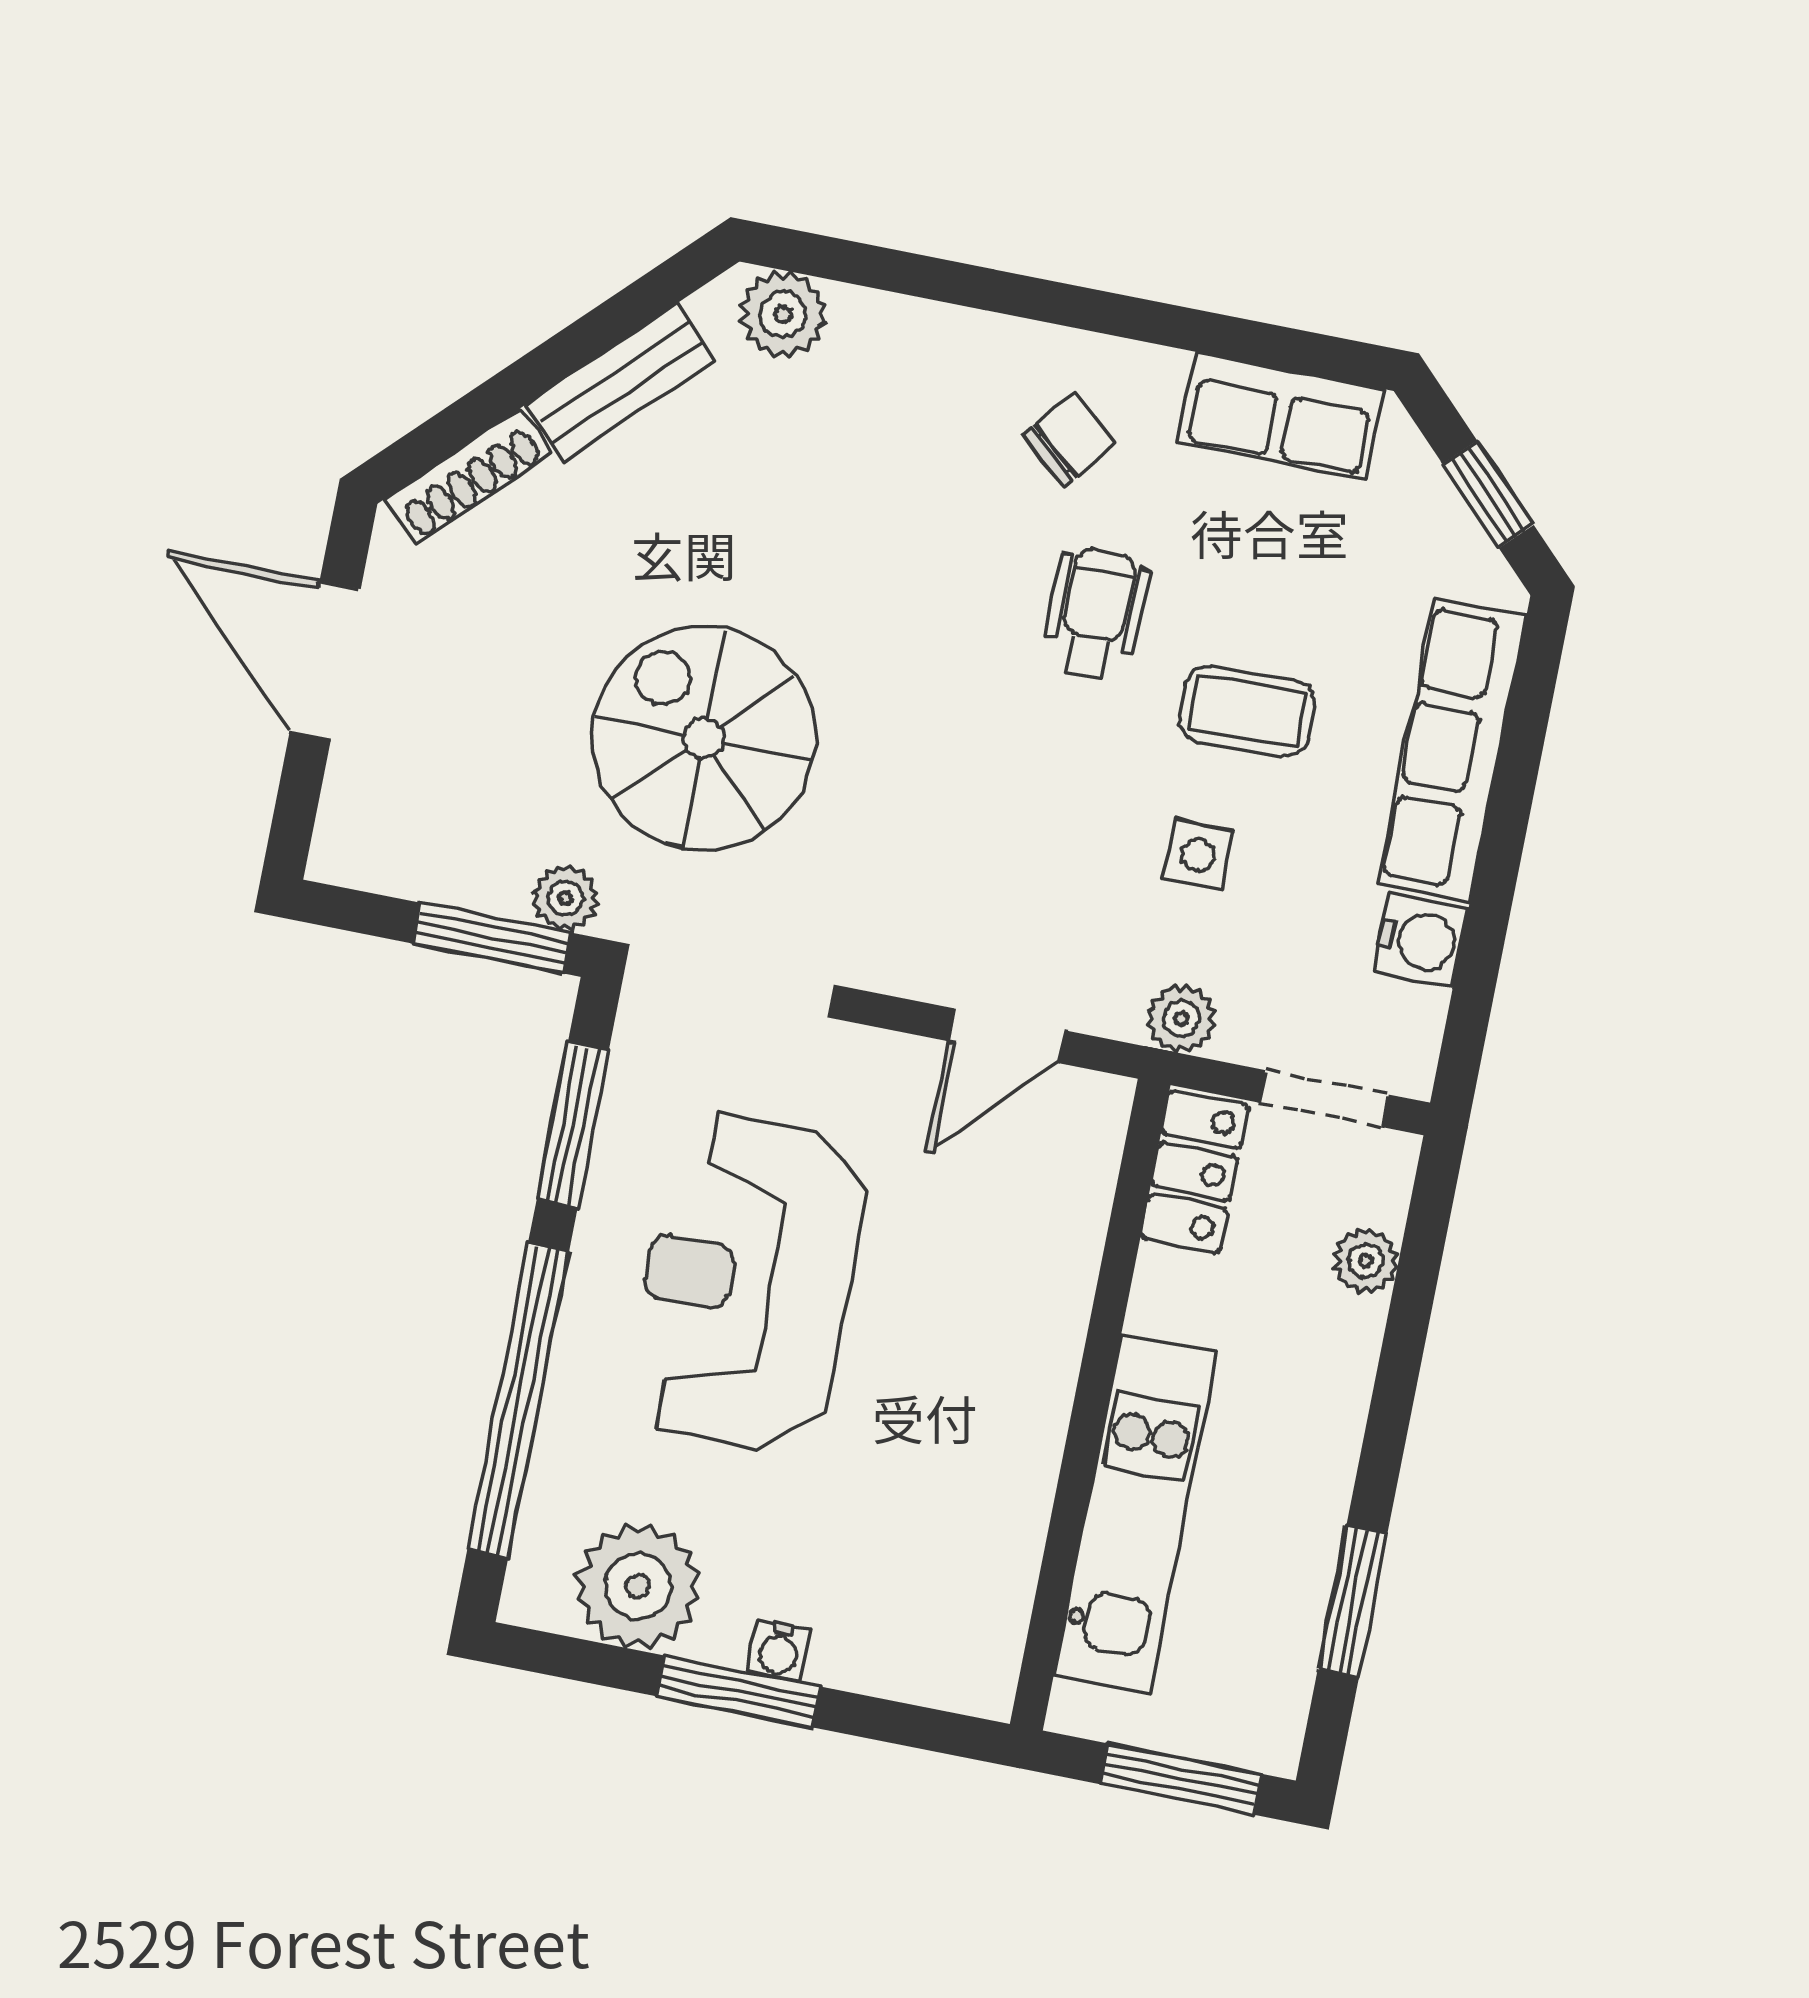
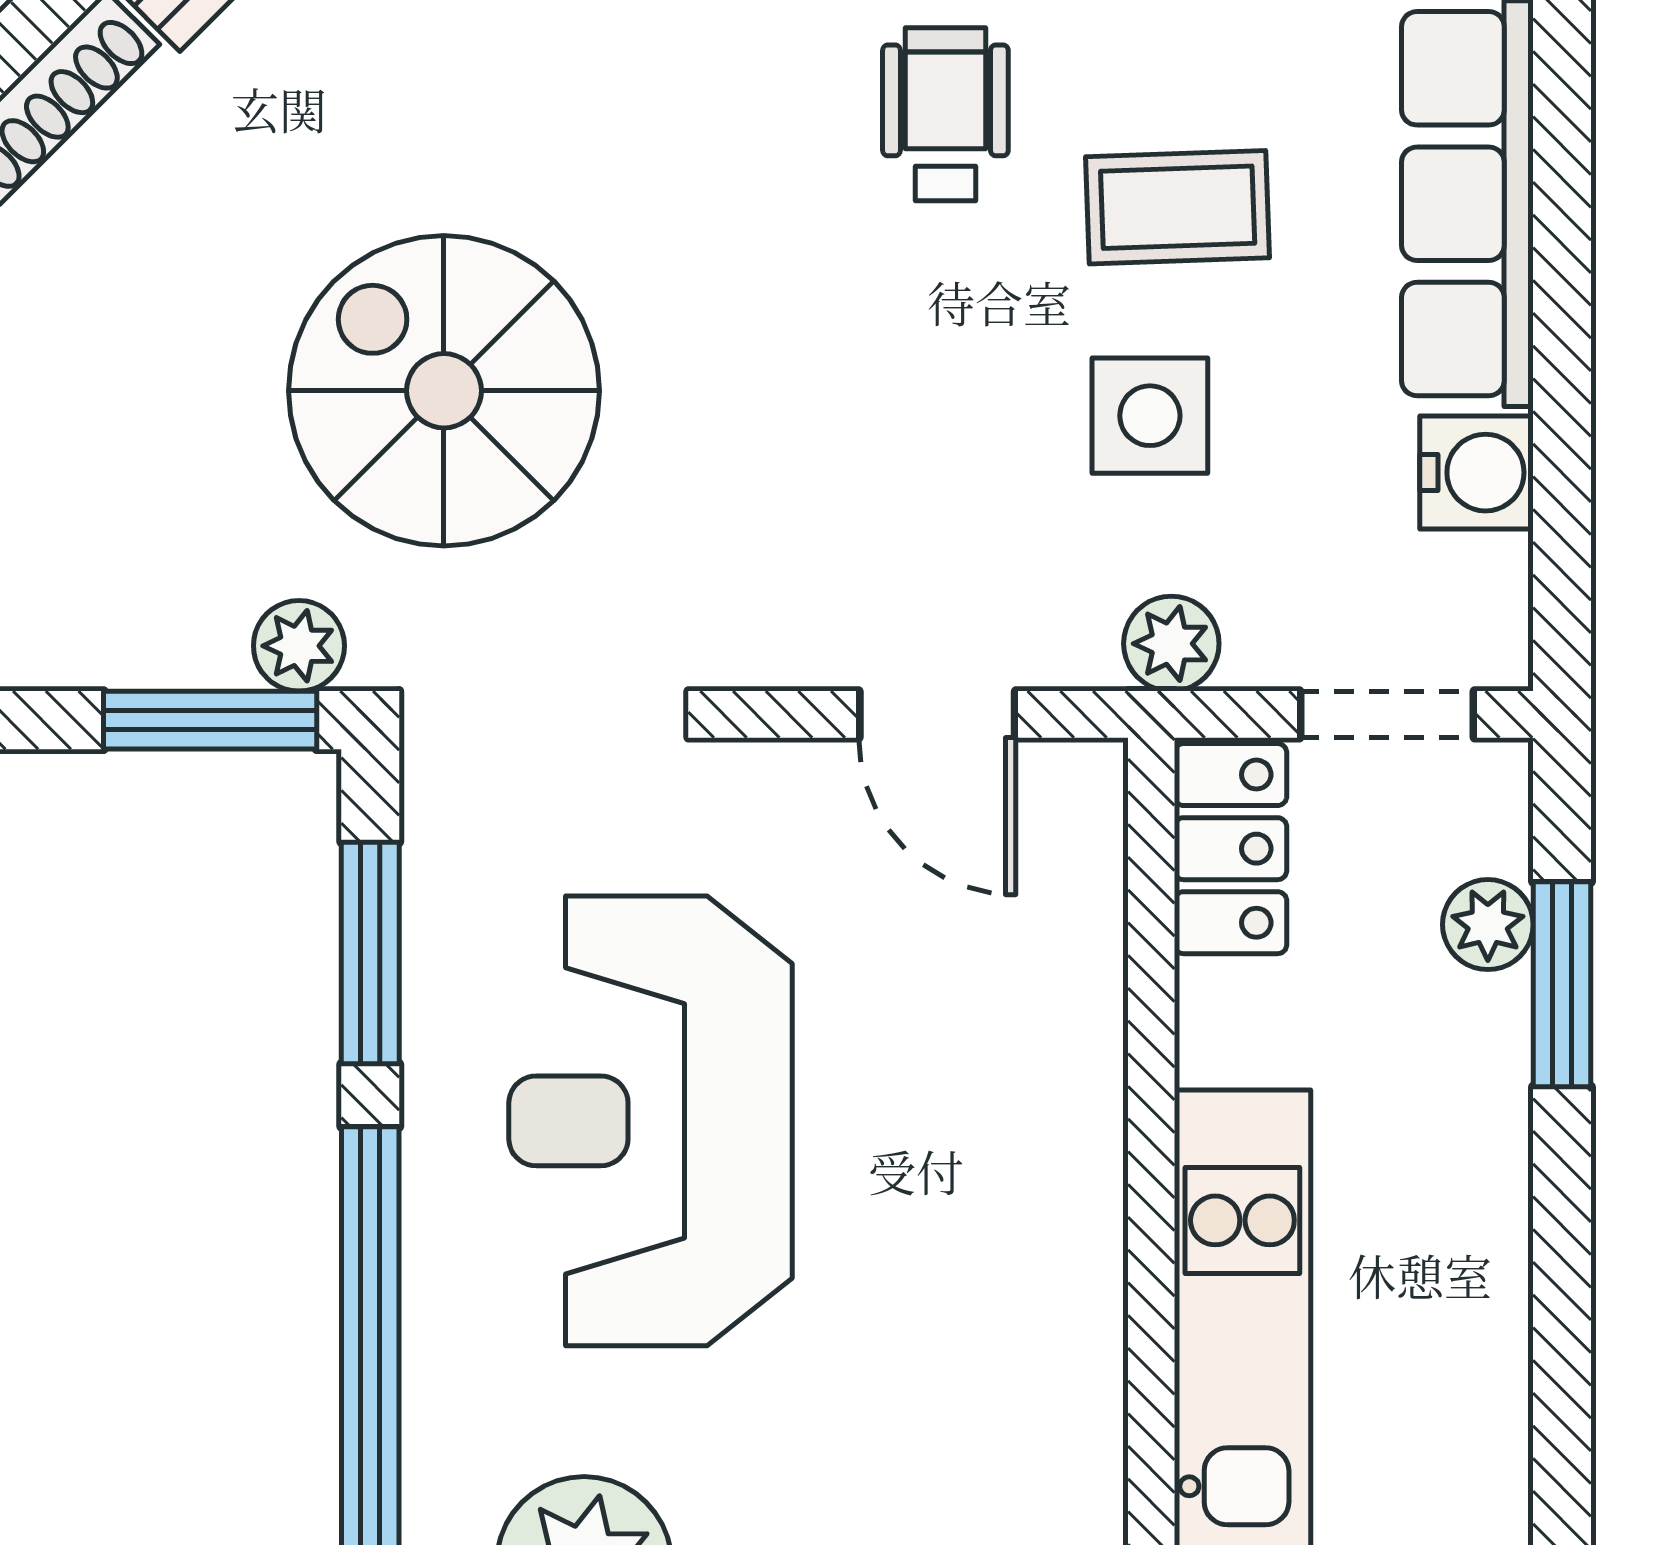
side table: (1198, 855) -> (1150, 416), width x1.37, depth x1.37
door: (1006, 1036) -> (937, 714), hinge flipped
window: (1353, 1601) -> (1562, 984), moved

